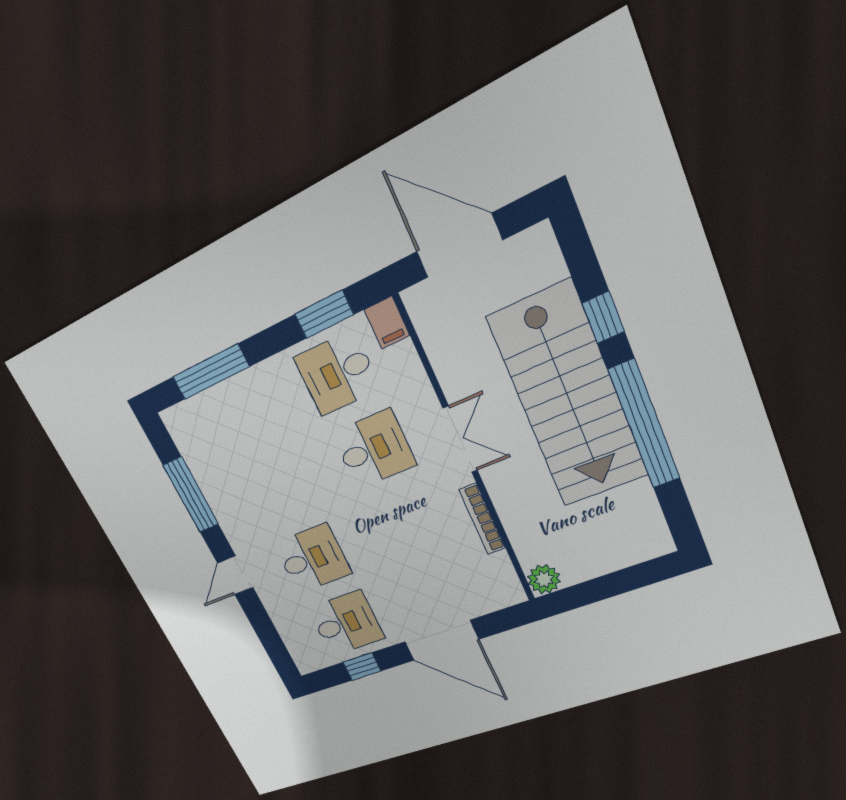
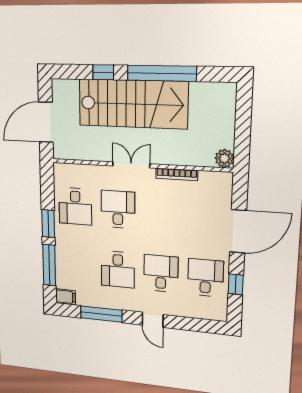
window: (324, 314) -> (48, 224), moved
filing cabinet: (387, 323) -> (66, 297), moved
desk: (277, 491) -> (118, 269), added

